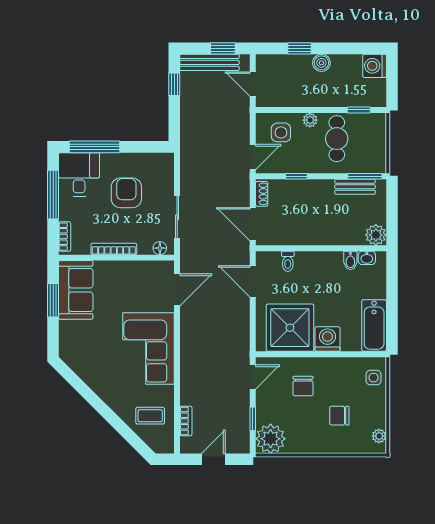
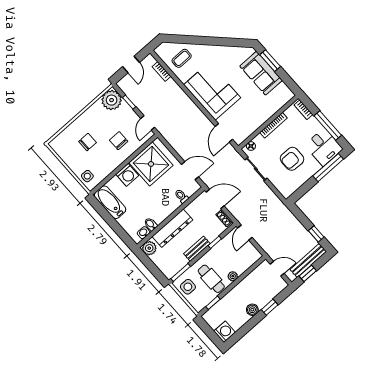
side table: (281, 132) -> (188, 287), moved
bench: (355, 187) -> (197, 249), moved
armchair: (126, 193) -> (292, 159), turned 91
dresser: (330, 234) -> (172, 228), added
sofa: (76, 290) -> (261, 73), moved
window: (53, 300) -> (270, 61), moved
plant: (379, 436) -> (59, 149), removed

